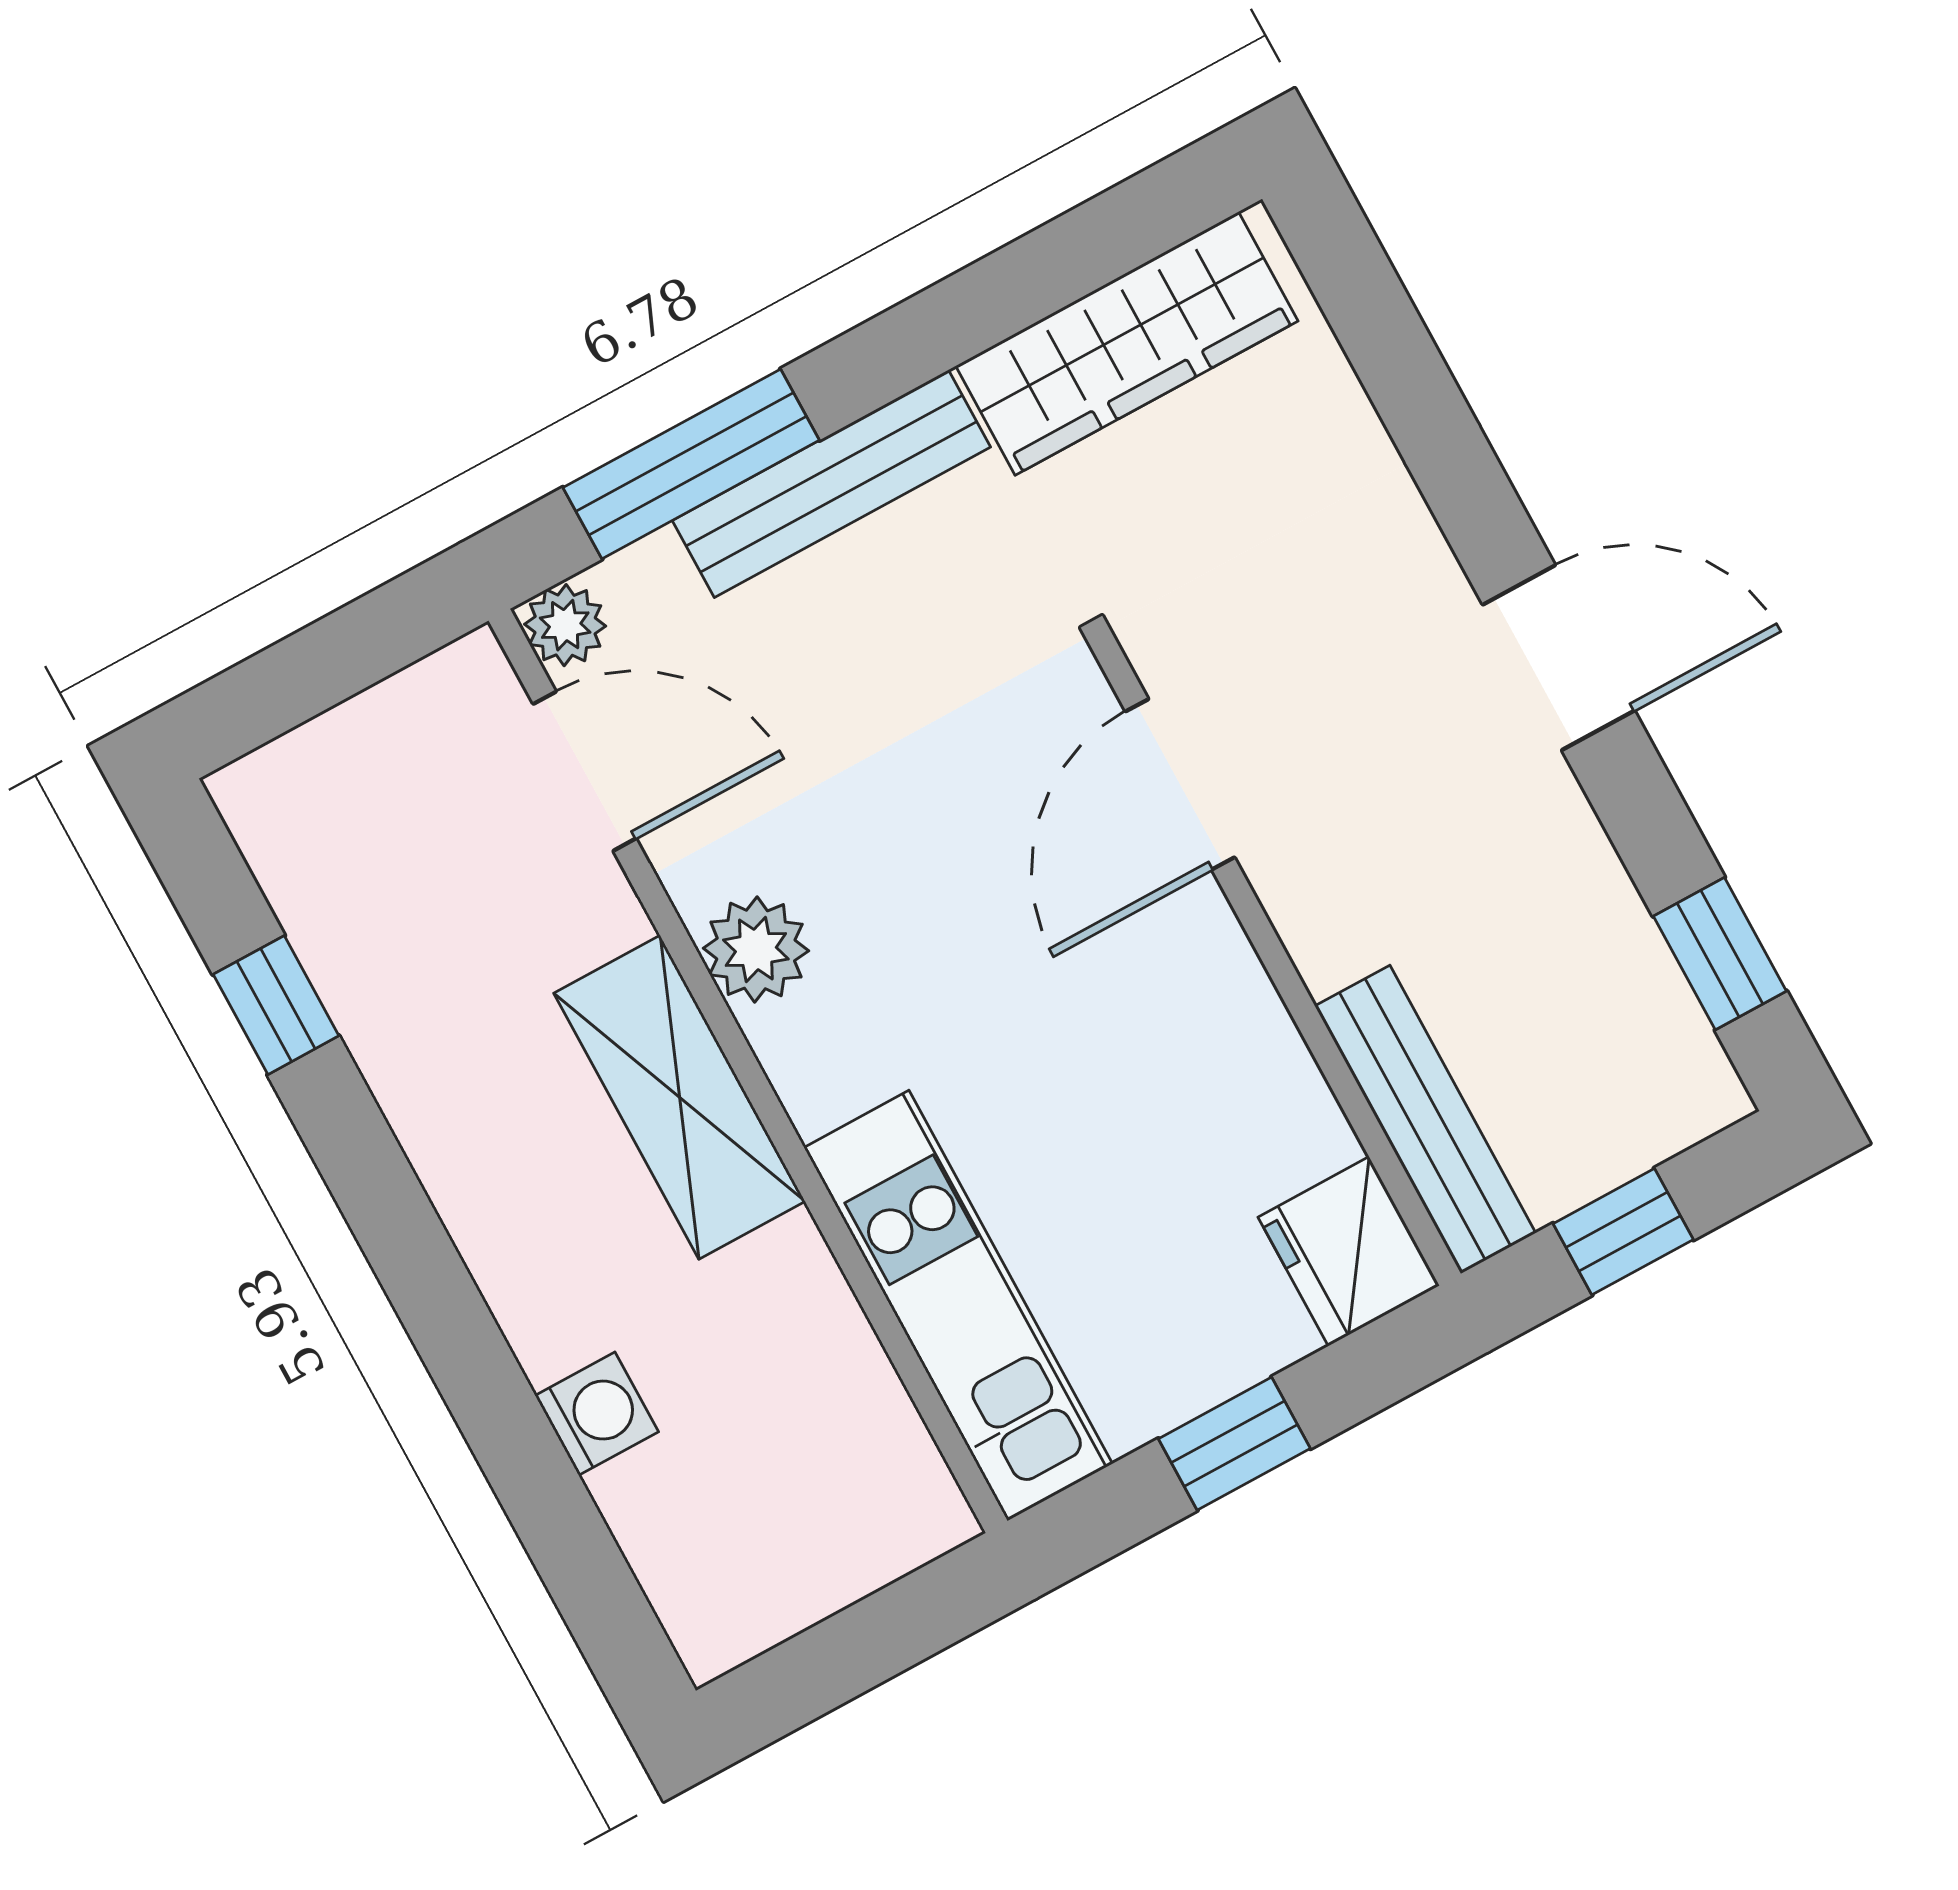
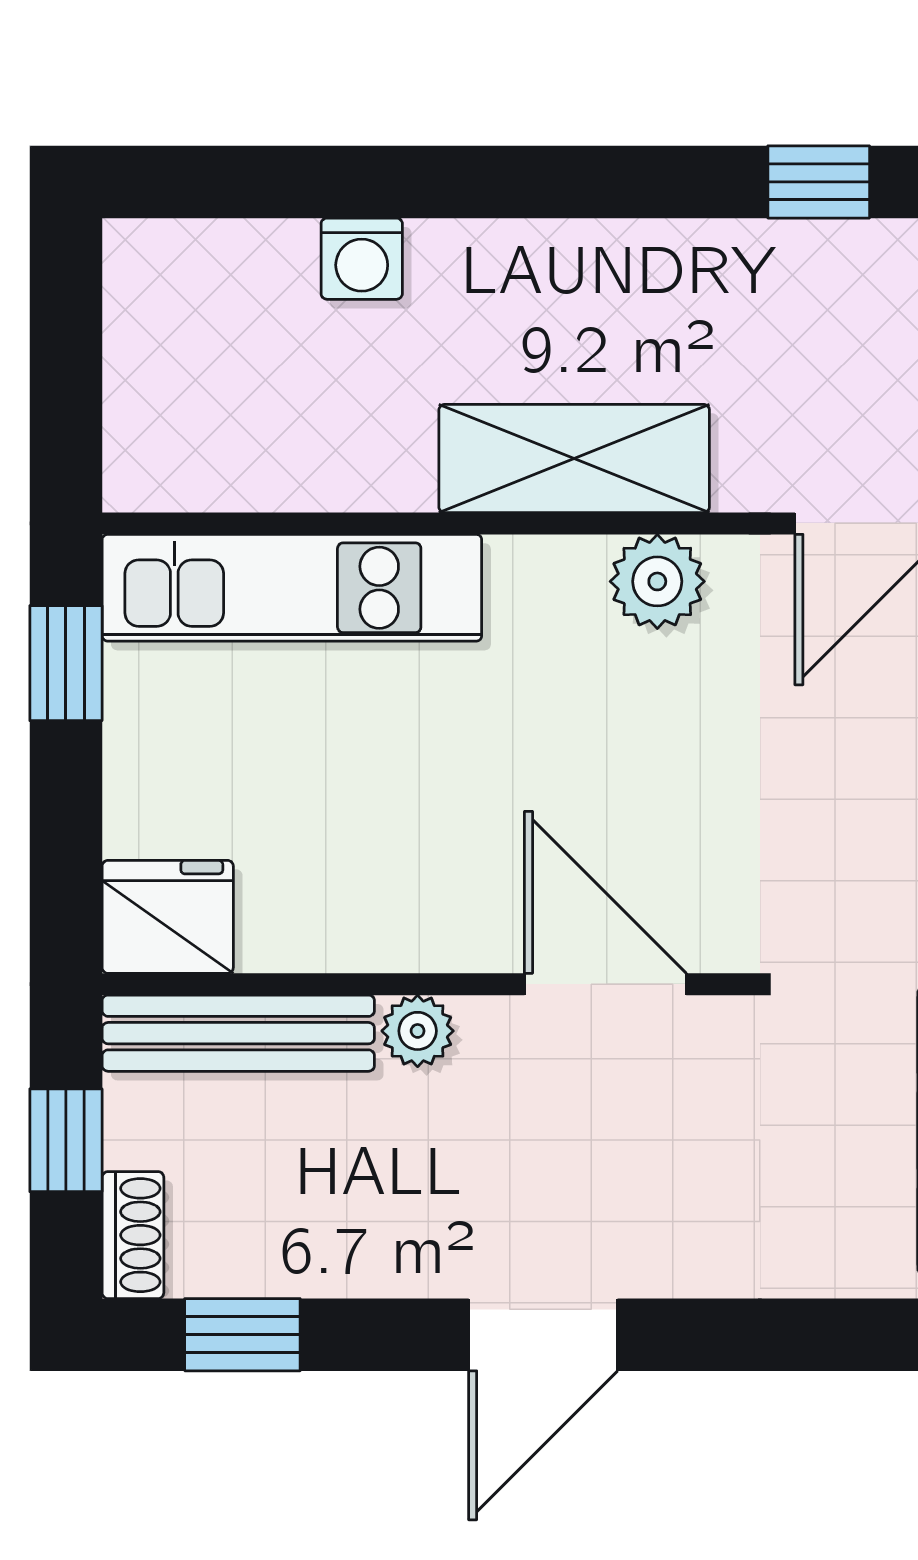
plant: (1327, 944) -> (418, 1031), added
shoe rack: (1681, 1115) -> (133, 1235), added
window: (1234, 1444) -> (66, 663), moved

